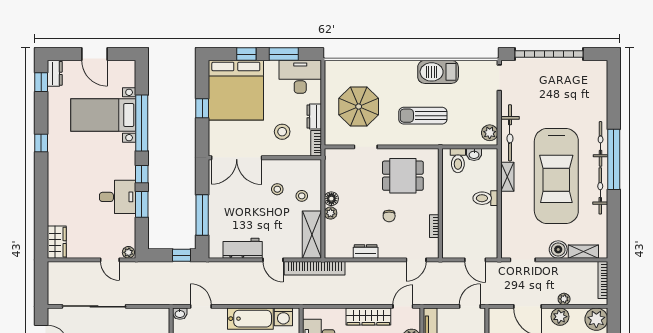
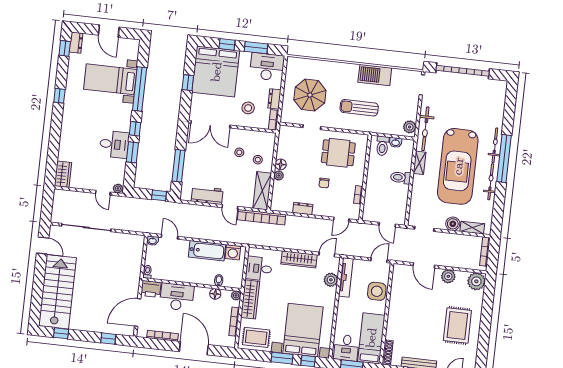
plant: (564, 299) -> (453, 263), removed

